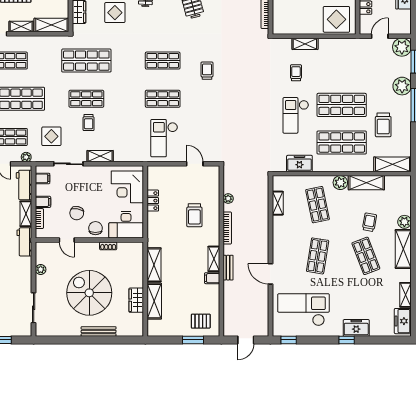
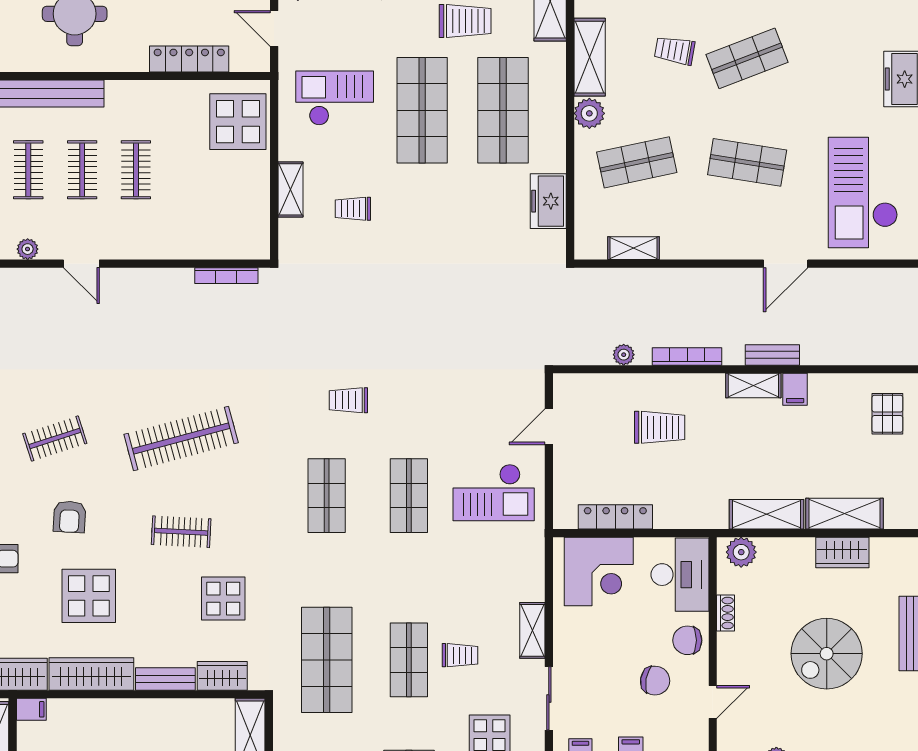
checkout: (296, 115) -> (335, 98), moved, turned 180
locker: (153, 201) -> (615, 517), width x1.53
plant: (136, 253) -> (741, 552), added
spiral stairs: (89, 293) -> (827, 654), width x0.73, depth x0.73

